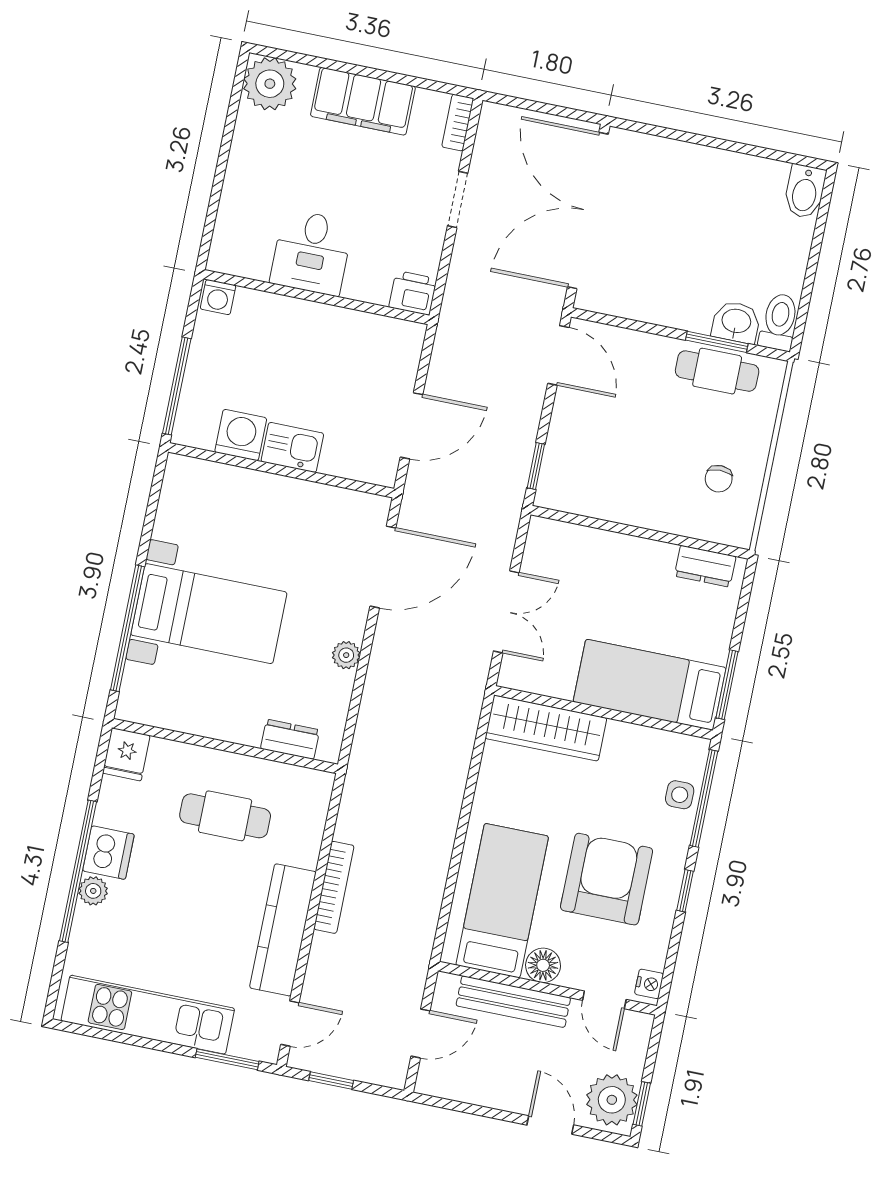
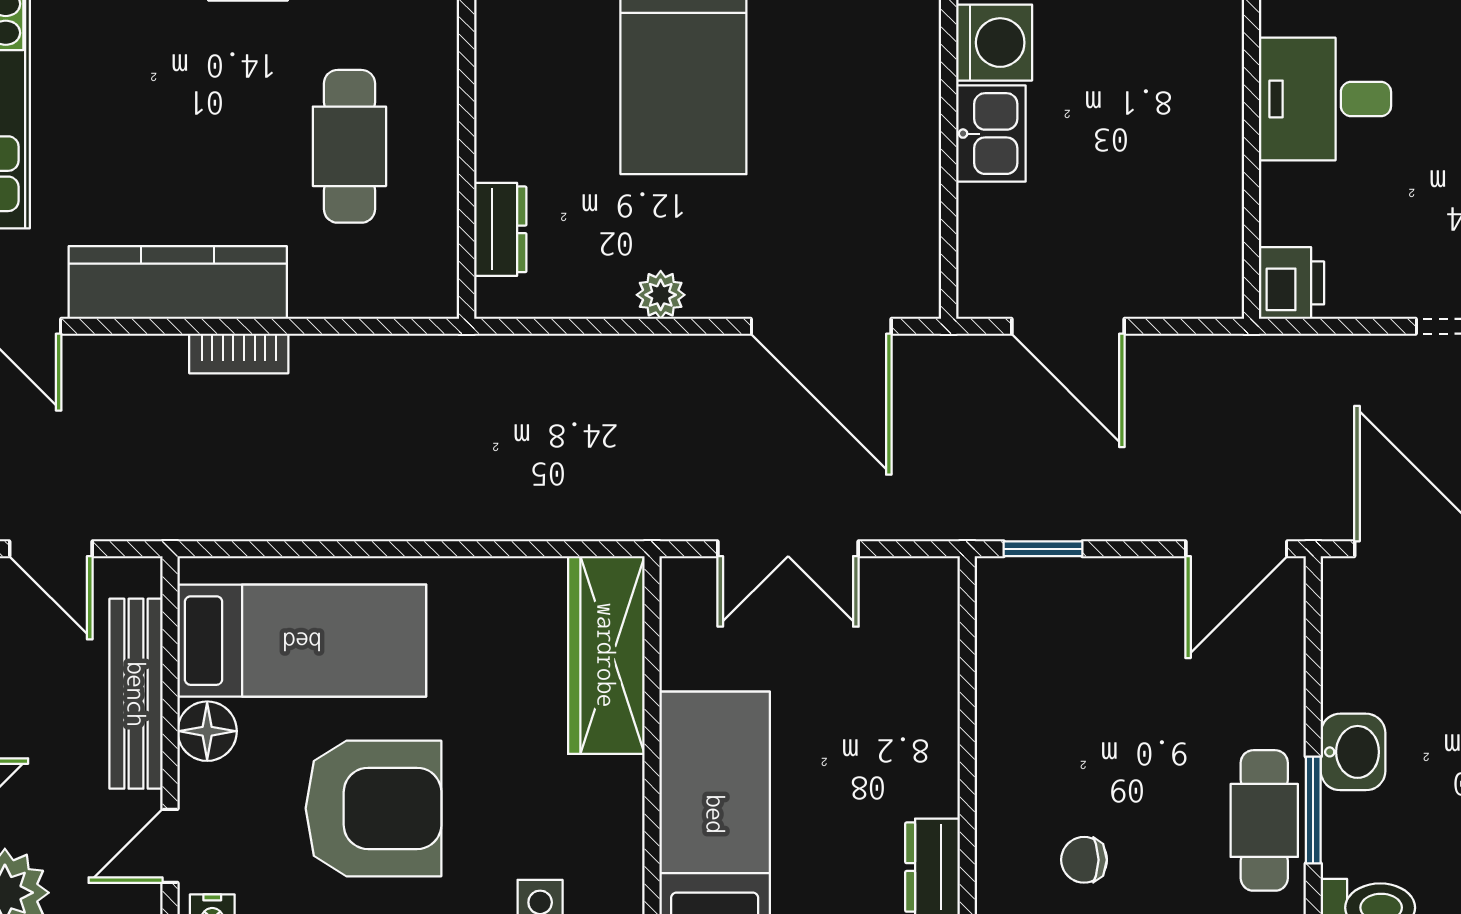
washbasin: (736, 322) -> (1353, 752), moved
bookcase: (334, 887) -> (239, 353), width x0.64

